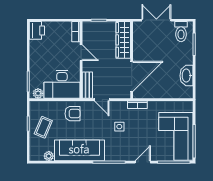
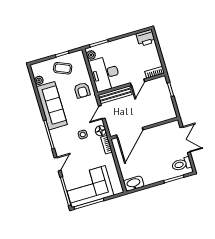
wardrobe: (123, 40) -> (160, 116), removed
door: (132, 76) -> (130, 132), hinge flipped
washbasin: (187, 76) -> (134, 183), moved
bench: (87, 85) -> (115, 95), width x1.36
floor lamp: (121, 107) -> (101, 131), added
door: (143, 162) -> (58, 164), hinge flipped

